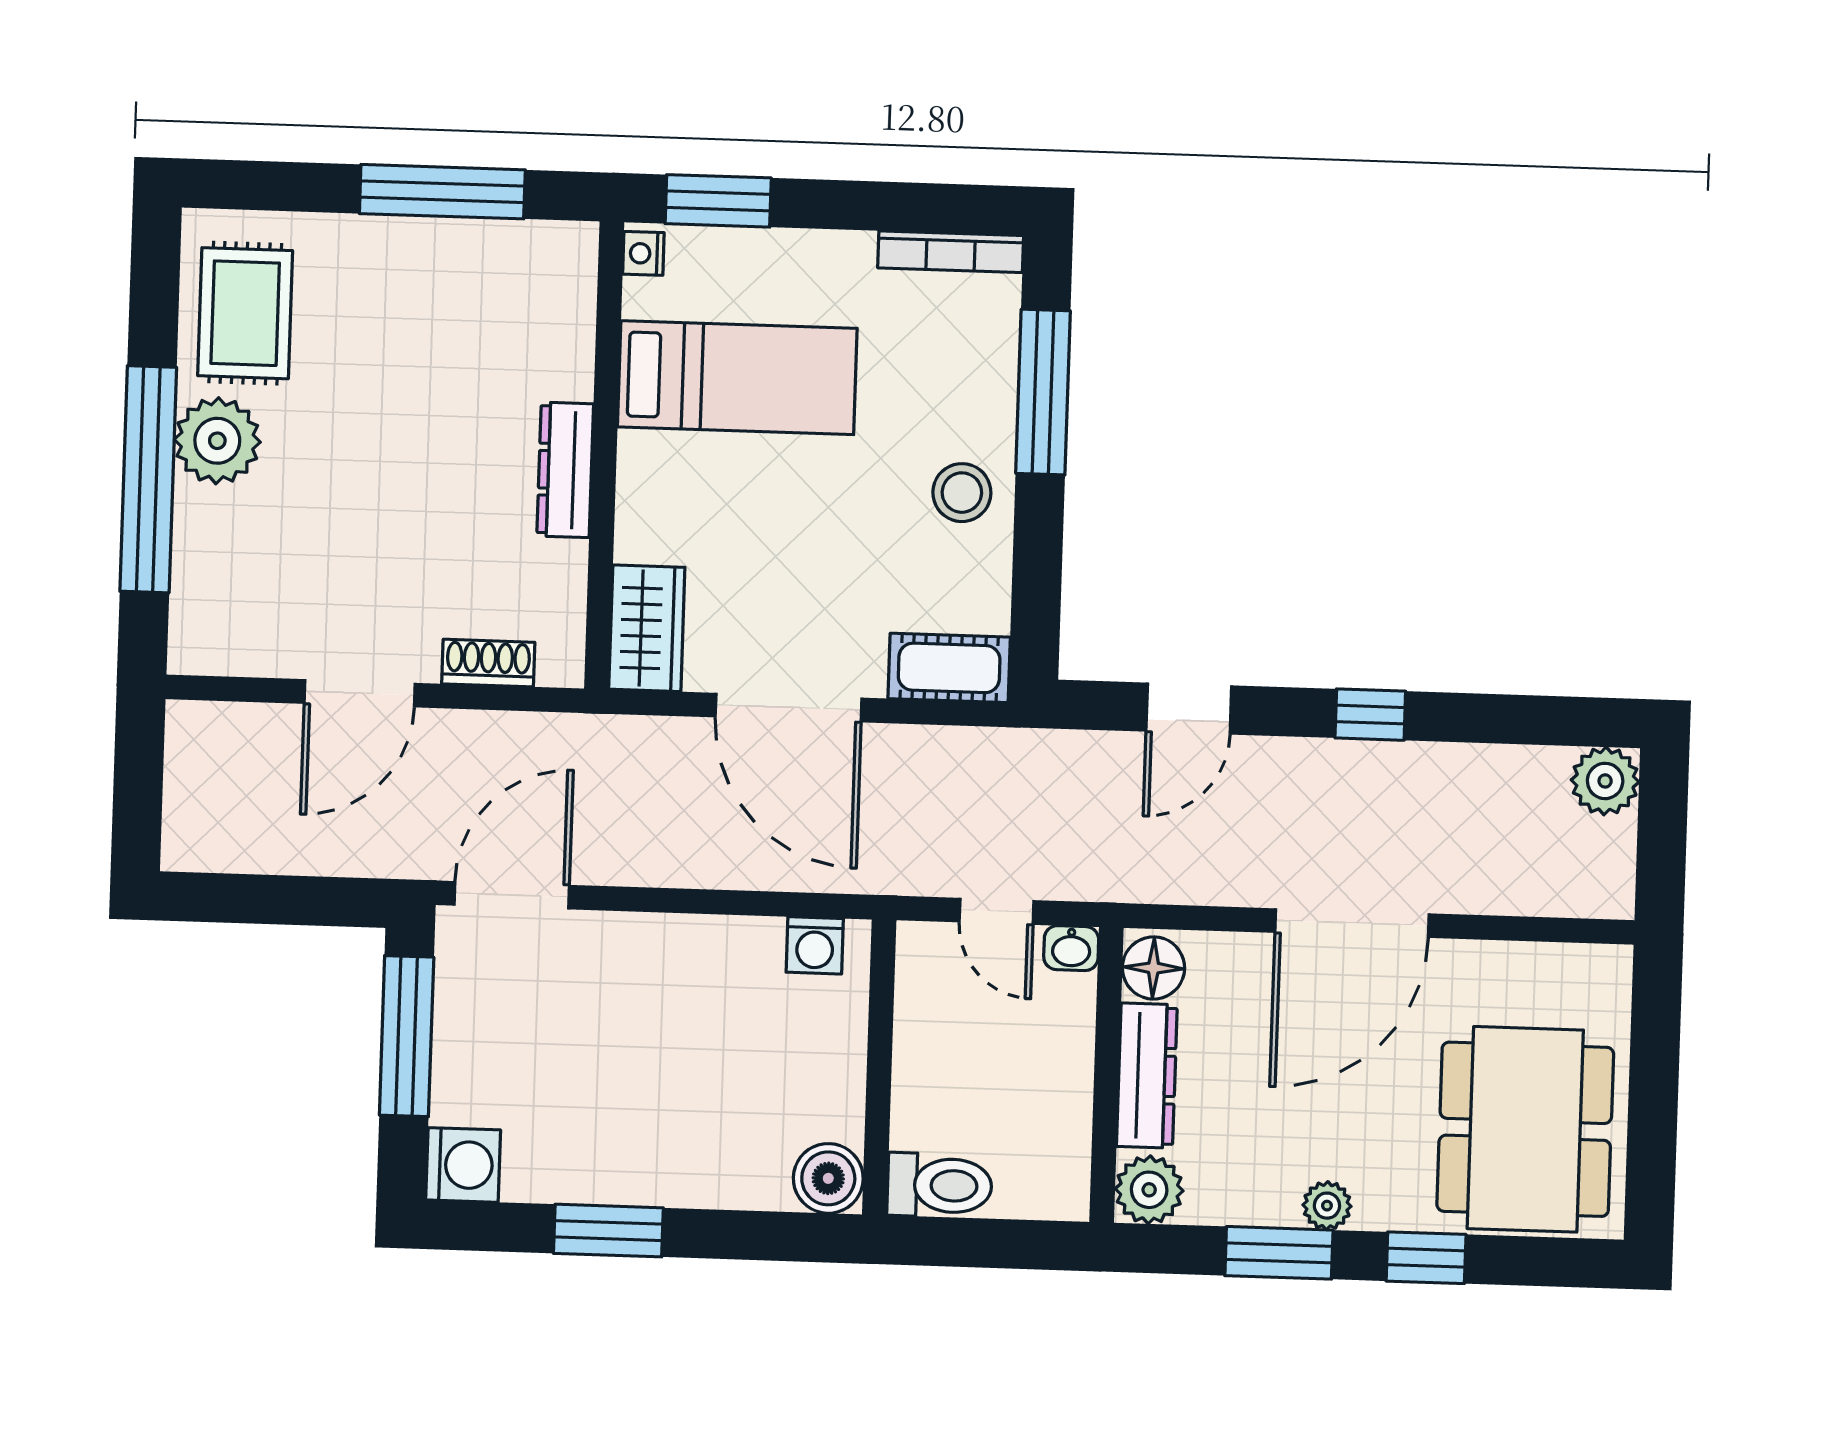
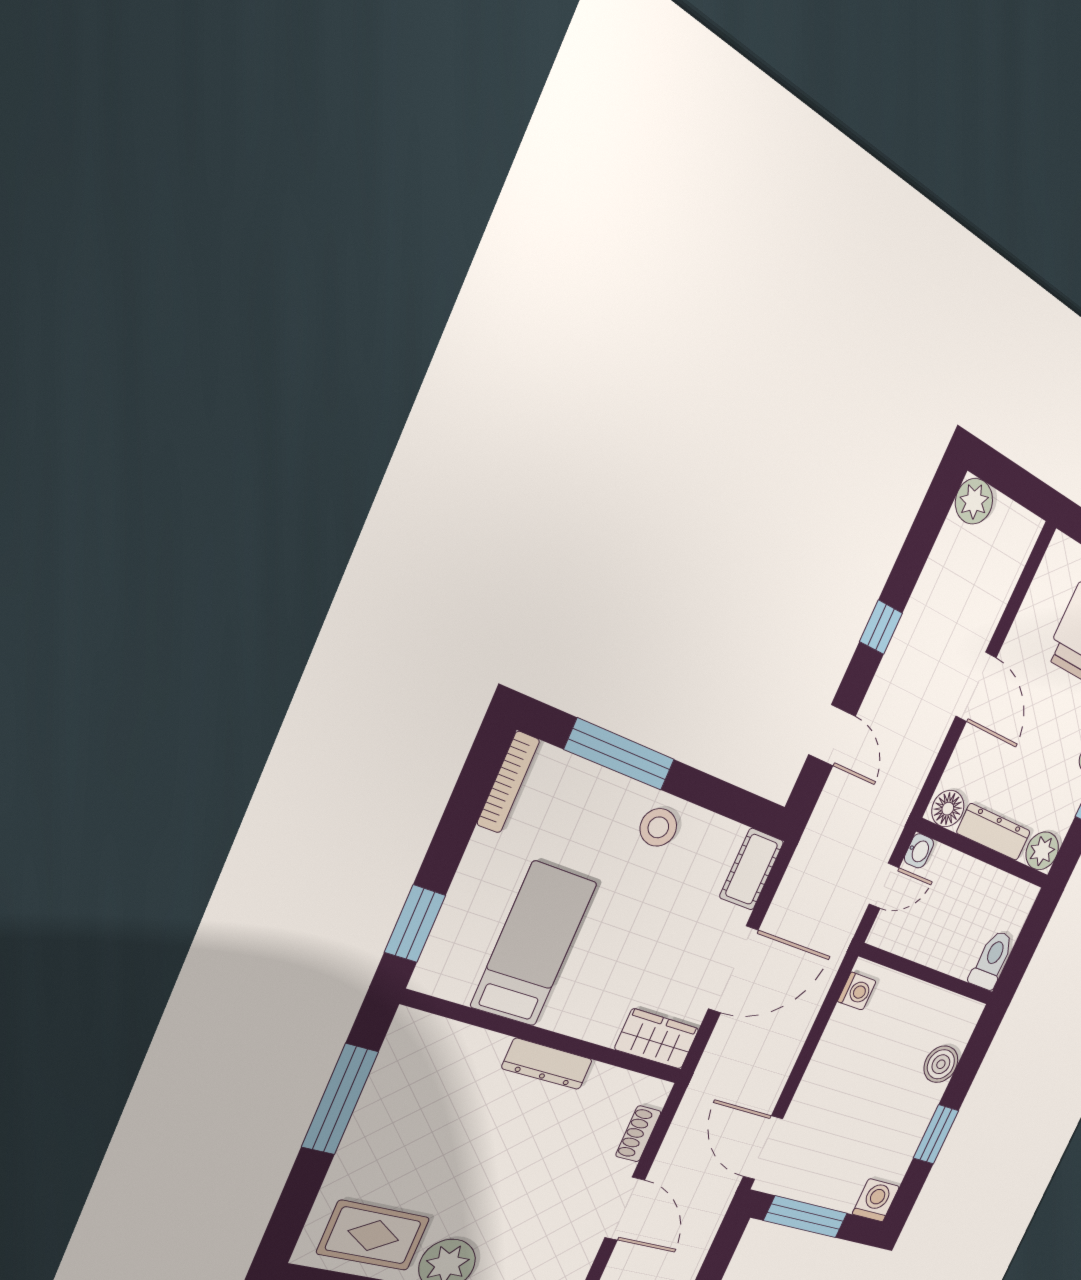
nightstand: (643, 253) -> (431, 982), removed
door: (1352, 923) -> (976, 687), width x0.73
boiler: (828, 1178) -> (941, 1064), moved

